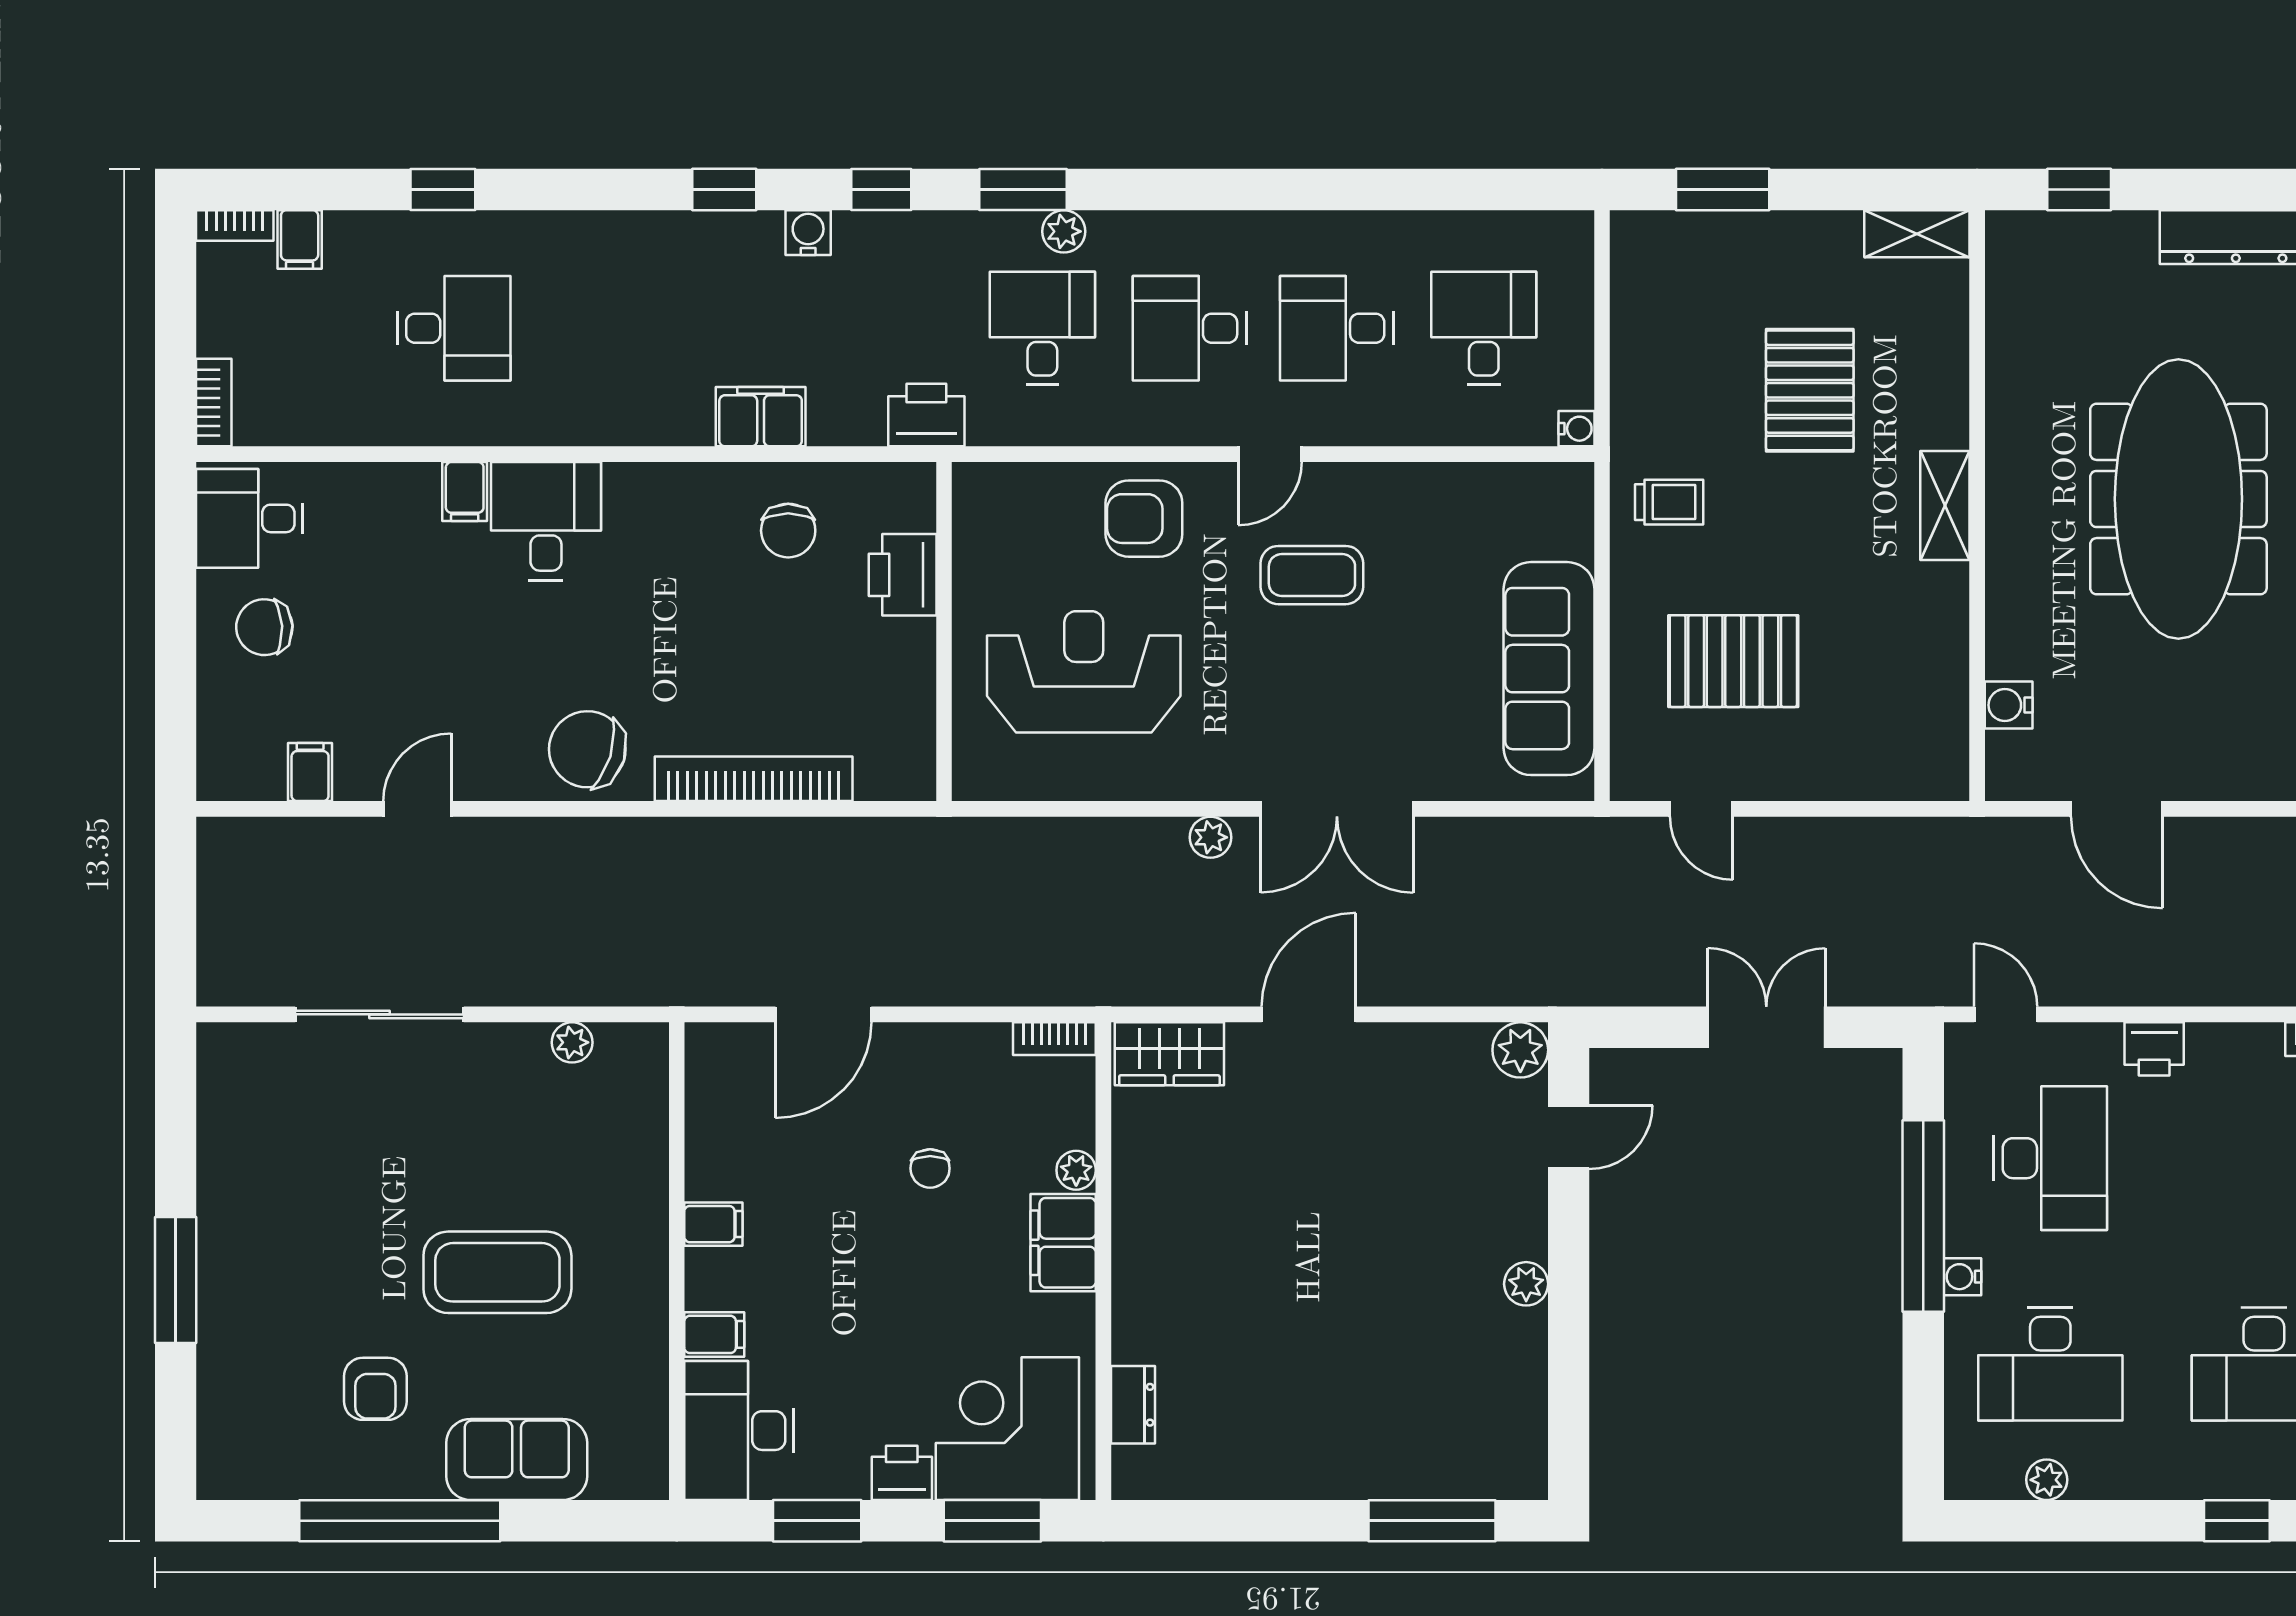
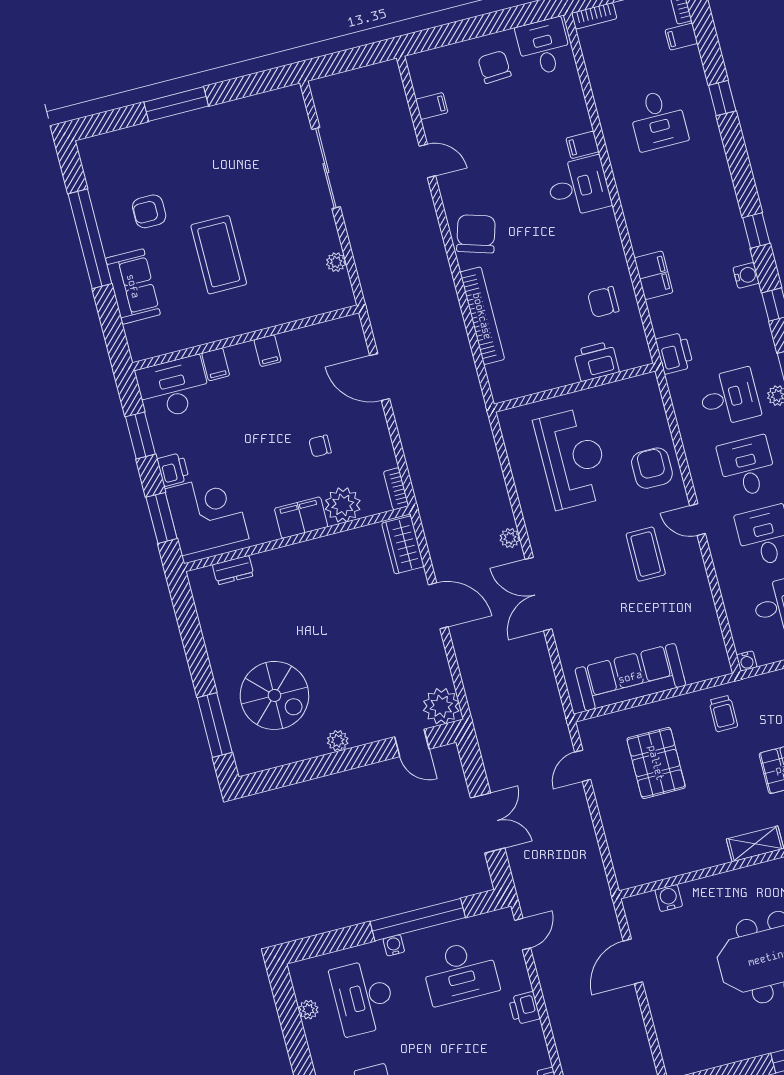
plant: (1520, 1050) -> (441, 706), width x1.36, depth x1.36
plant: (1076, 1170) -> (343, 505), width x1.88, depth x1.88
spiral stairs: (1404, 1387) -> (274, 695), added

